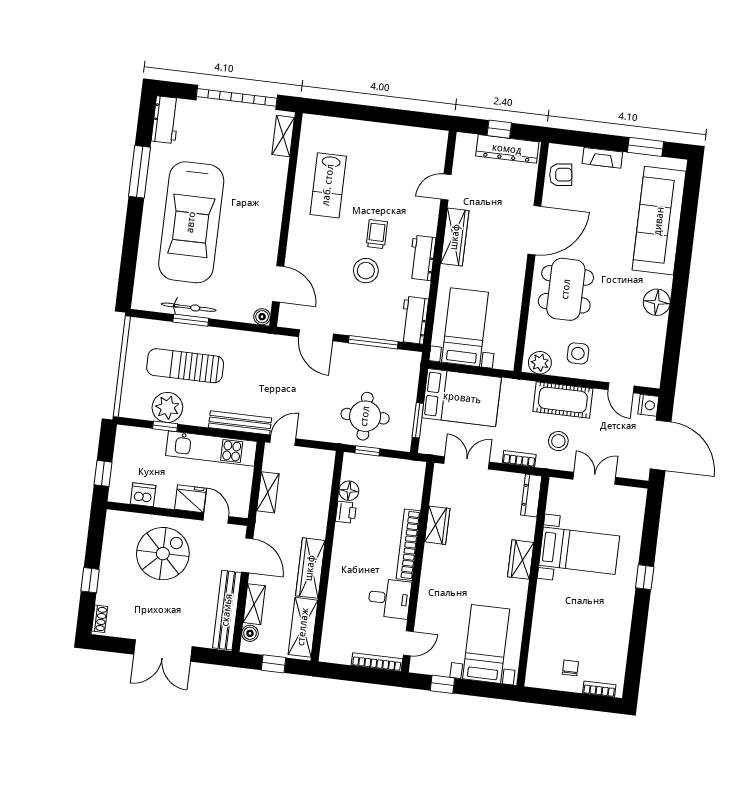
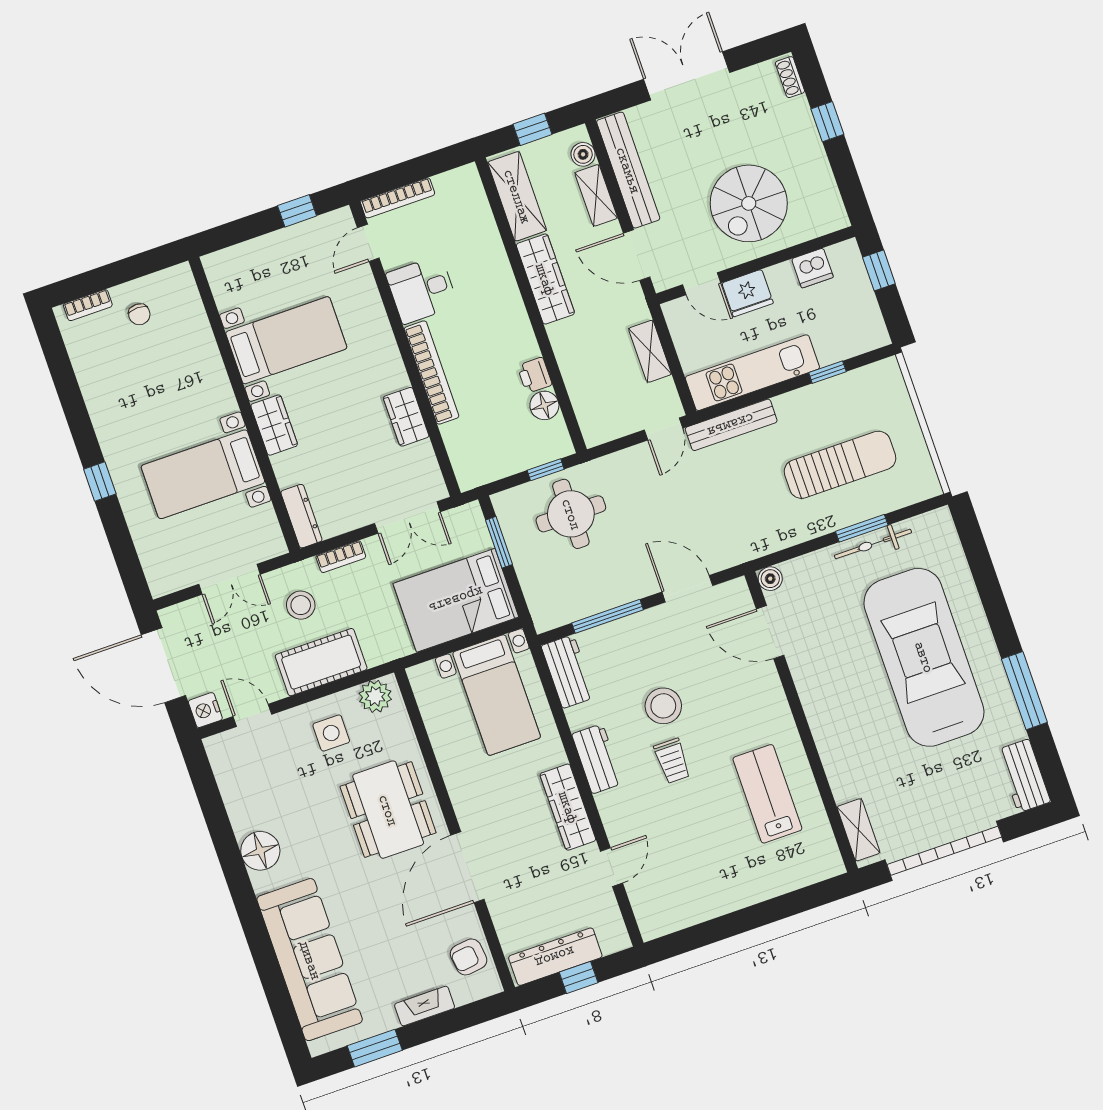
plant: (167, 407) -> (837, 399), removed
bed with nightstands: (486, 644) -> (286, 340), moved, turned -90

